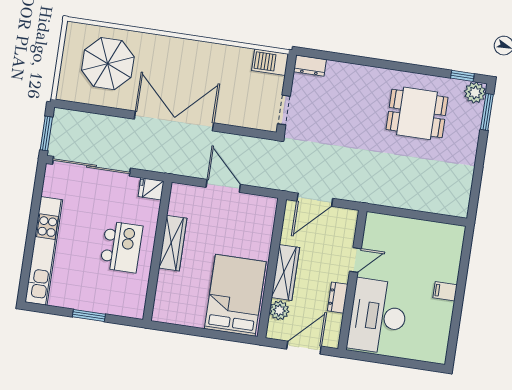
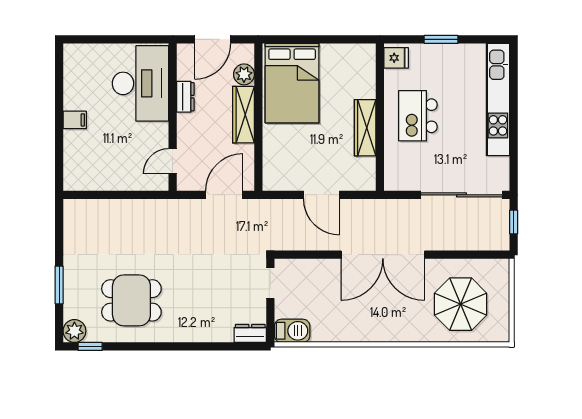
window: (487, 112) -> (59, 285), moved
window: (46, 133) -> (514, 222), width x0.67
fridge: (151, 189) -> (396, 58), moved
door: (355, 260) -> (173, 161), moved

